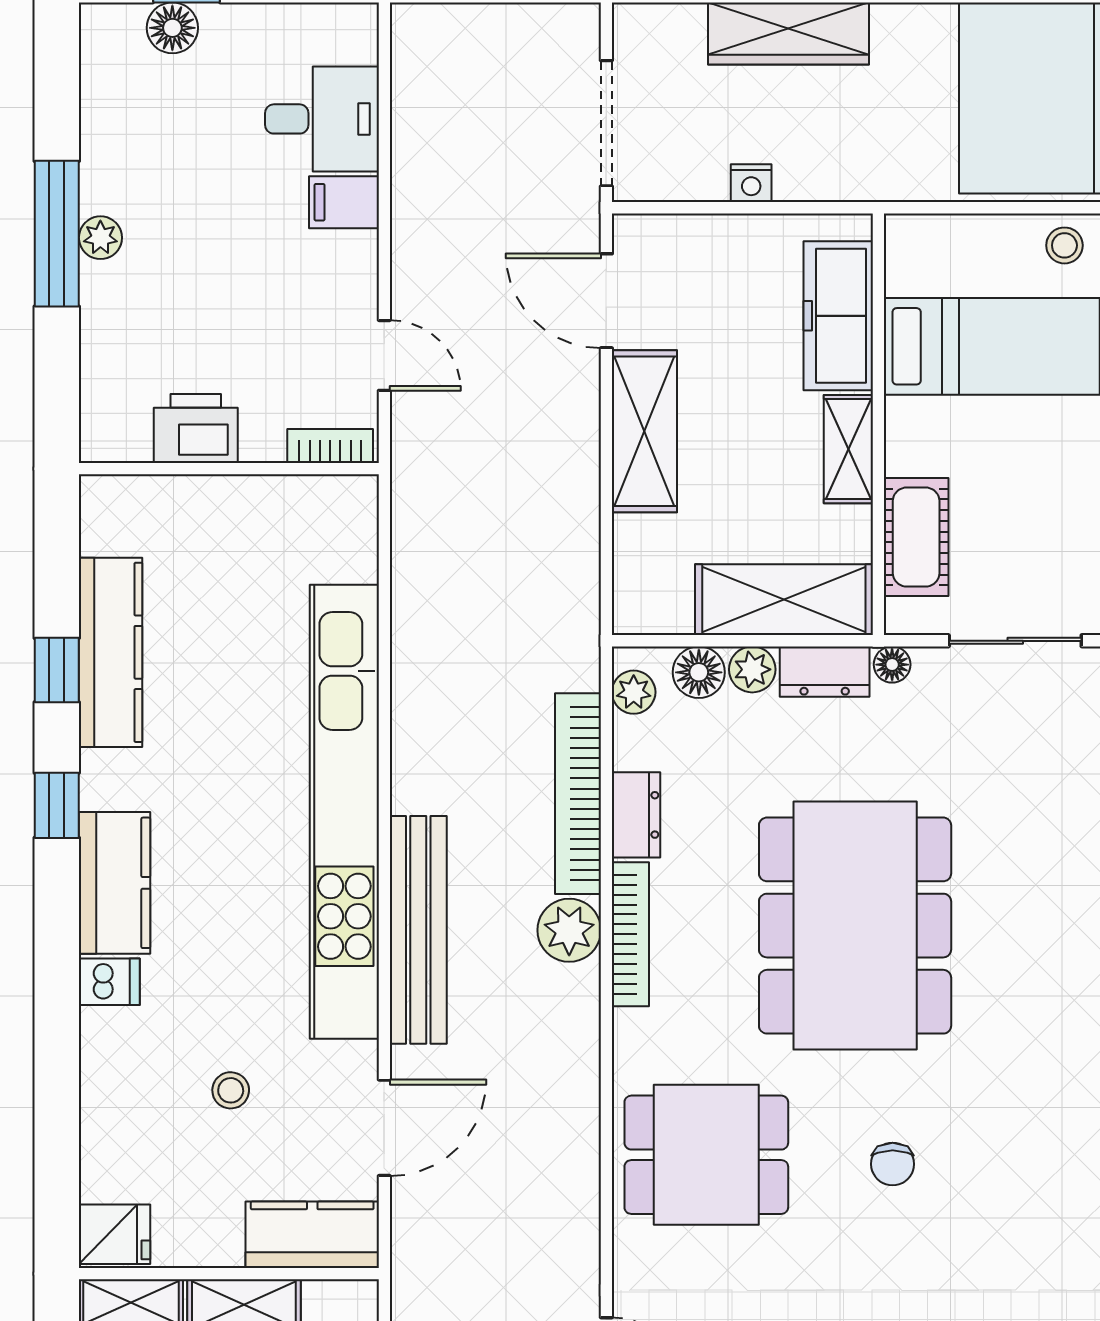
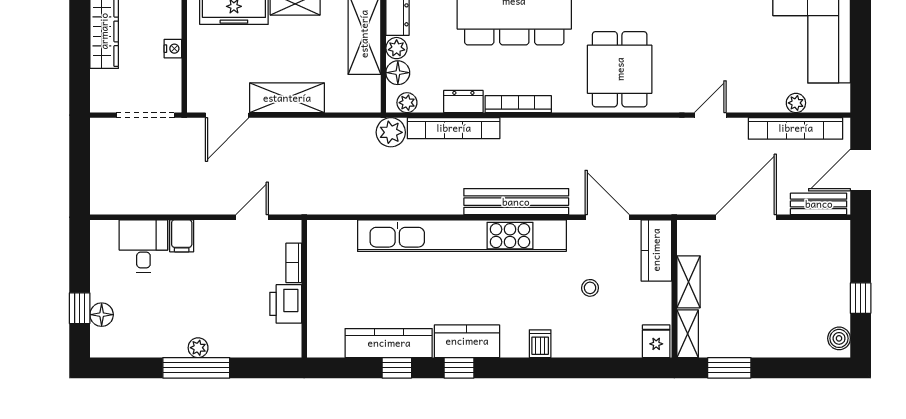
bookcase: (330, 446) -> (294, 263), moved
kitchen counter: (115, 883) -> (467, 341), moved
plant: (569, 930) -> (391, 132), moved

